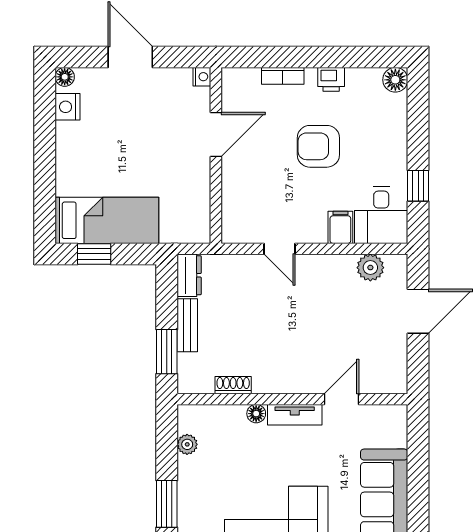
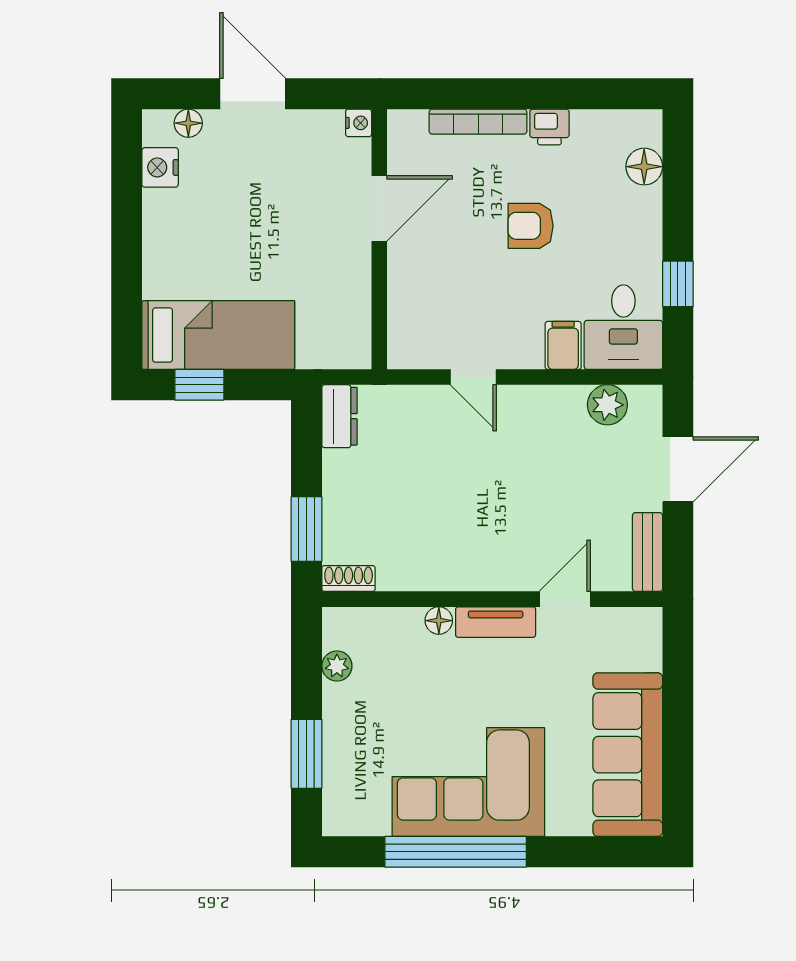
bookcase: (283, 76) -> (478, 122), width x1.56
floor lamp: (65, 77) -> (188, 123), moved
floor lamp: (395, 80) -> (644, 167), moved
armchair: (318, 146) -> (531, 226), width x0.72, depth x0.72
bench: (187, 325) -> (648, 552), moved
shoe rack: (233, 385) -> (349, 579), moved

